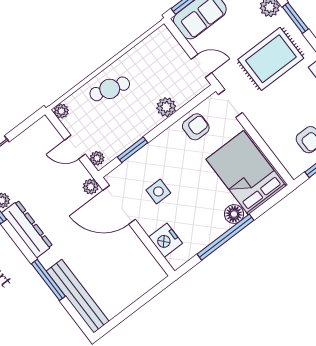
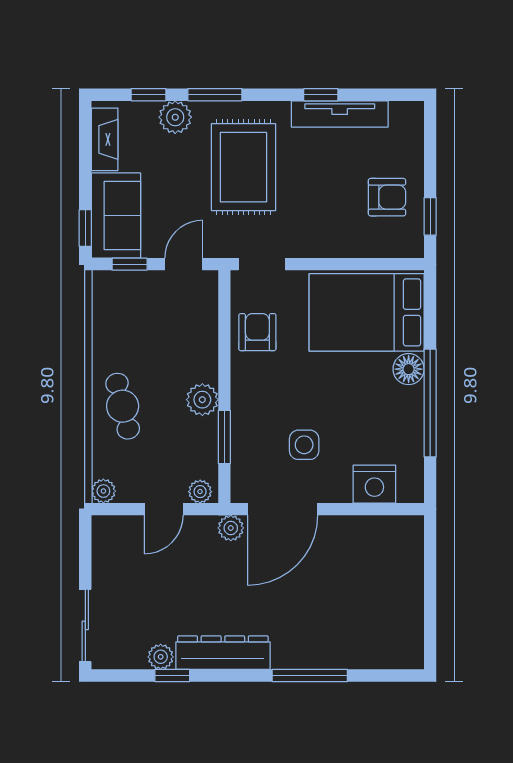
window: (181, 39) -> (130, 264), added
cafe table: (110, 89) -> (123, 406), turned -30
plant: (166, 107) -> (202, 400), moved
bench: (78, 296) -> (360, 654), removed

